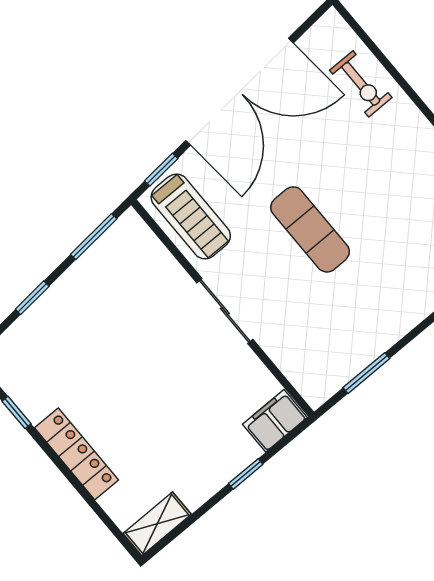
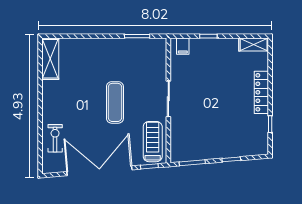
filing cabinet: (275, 421) -> (183, 46), width x0.50

